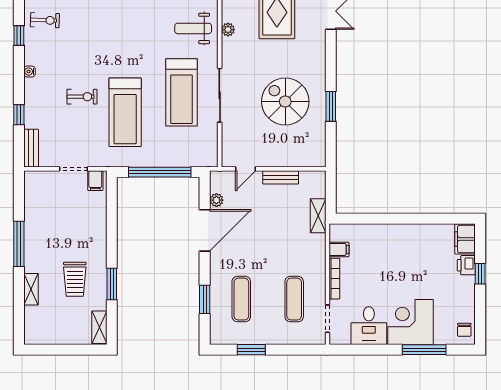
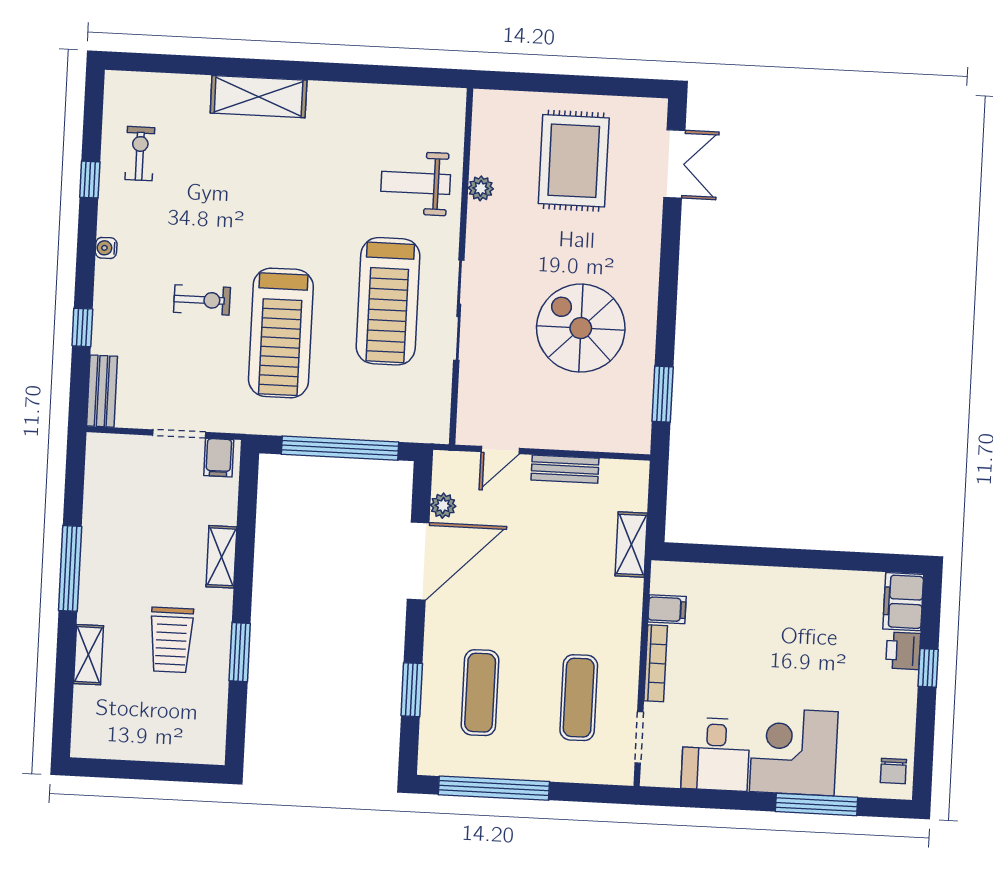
exercise bike: (45, 20) -> (140, 154), turned -92
window: (331, 106) -> (663, 394), moved
shelving: (99, 327) -> (221, 557), moved
window: (251, 350) -> (494, 788), width x2.11

